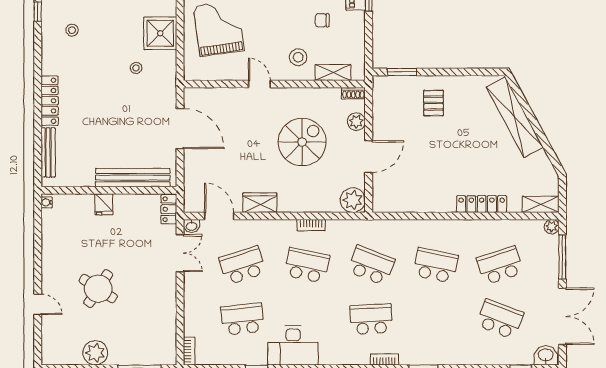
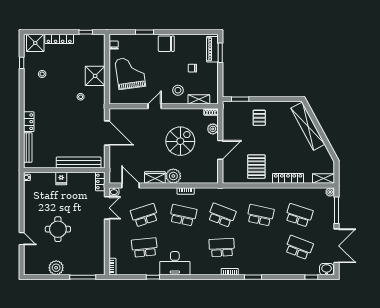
door: (259, 84) -> (155, 106), hinge flipped
locker: (50, 101) -> (29, 122), width x0.66
pallet: (429, 184) -> (256, 167), added
plant: (353, 200) -> (173, 176), moved
school desk: (500, 265) -> (299, 215), turned 36
round table: (98, 289) -> (58, 229), turned -33

